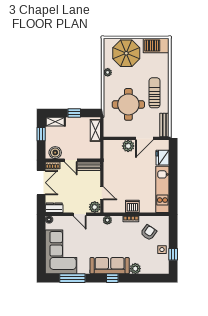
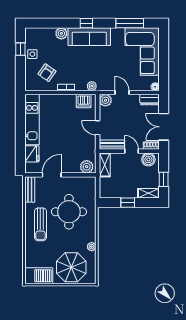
shelving: (95, 130) -> (105, 165), moved
plant: (128, 146) -> (87, 167), moved
door: (102, 193) -> (98, 128), moved
dishwasher: (132, 206) -> (84, 101), moved

